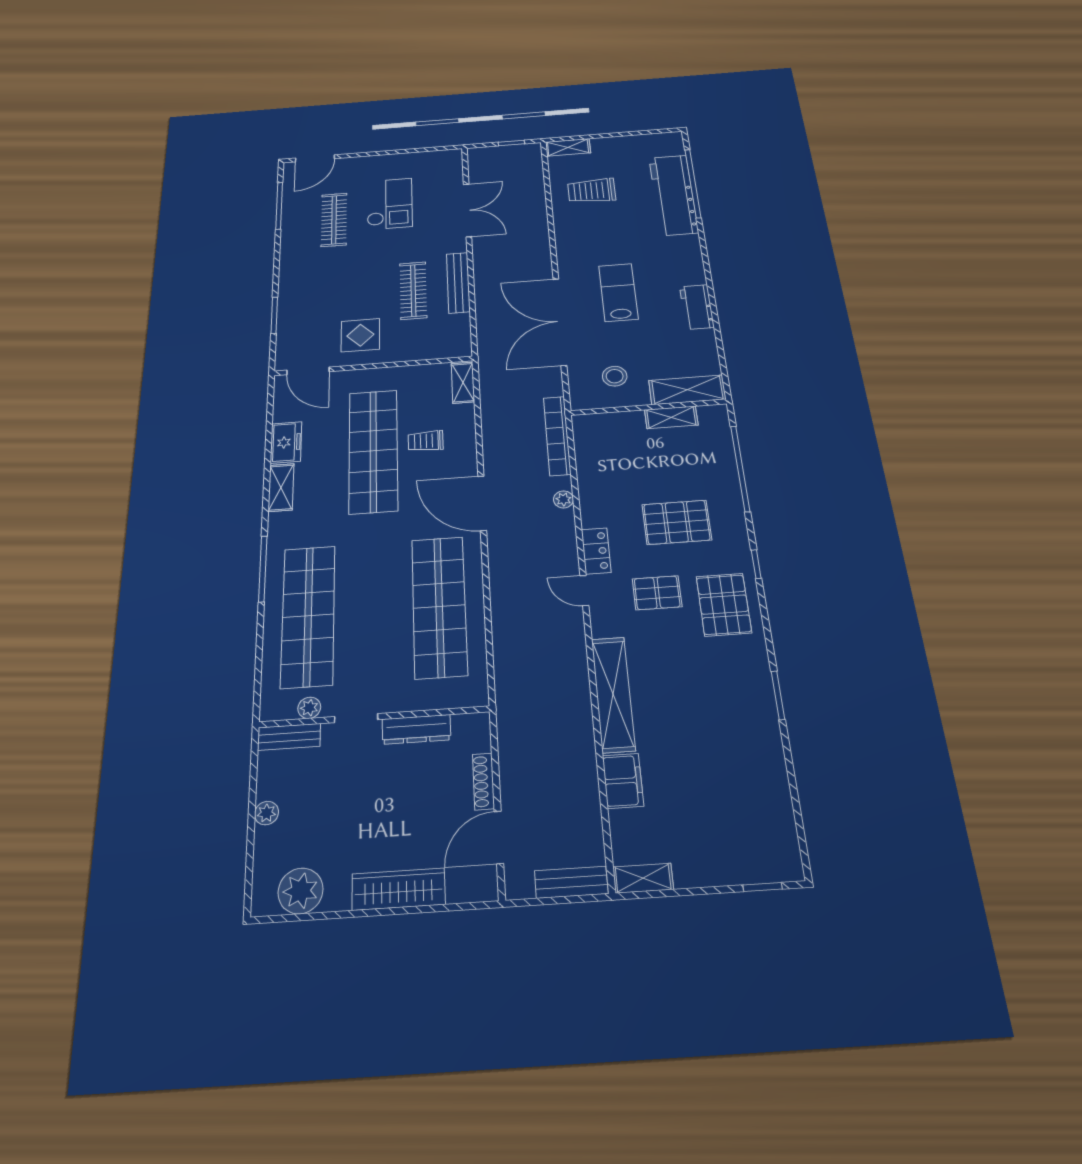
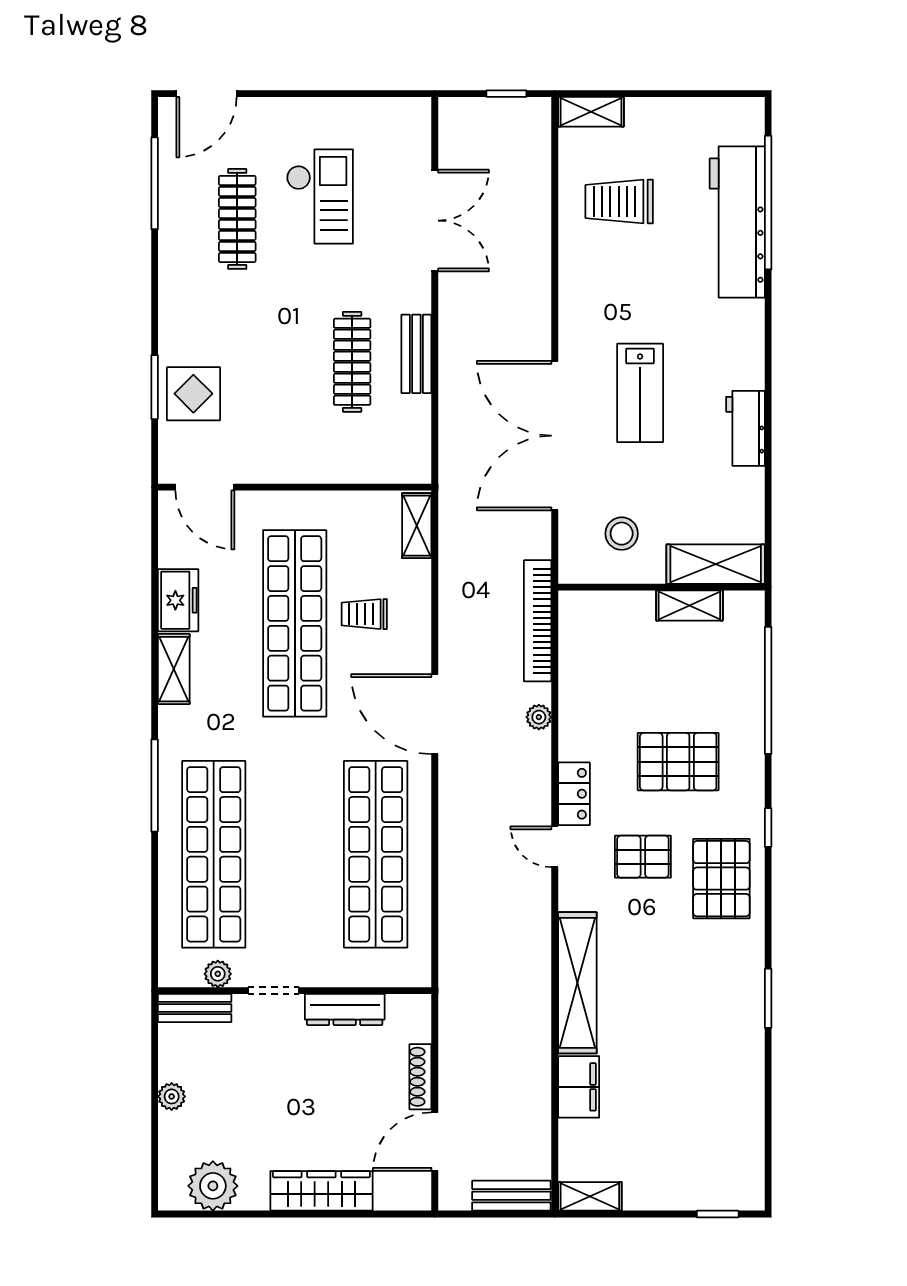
bench: (458, 283) -> (416, 354), width x0.73
lab bench: (618, 292) -> (640, 393), turned 180
display table: (360, 335) -> (193, 394), moved

